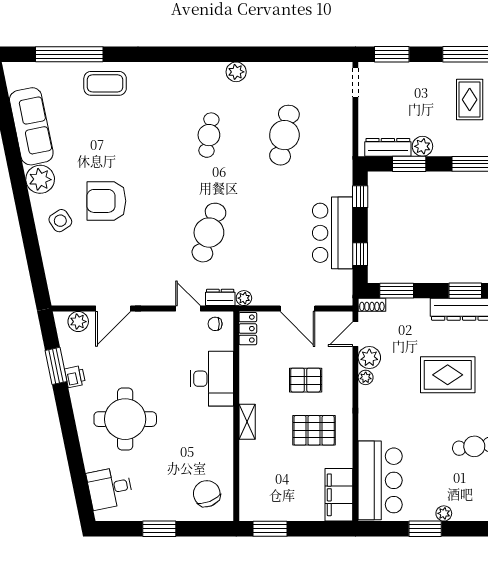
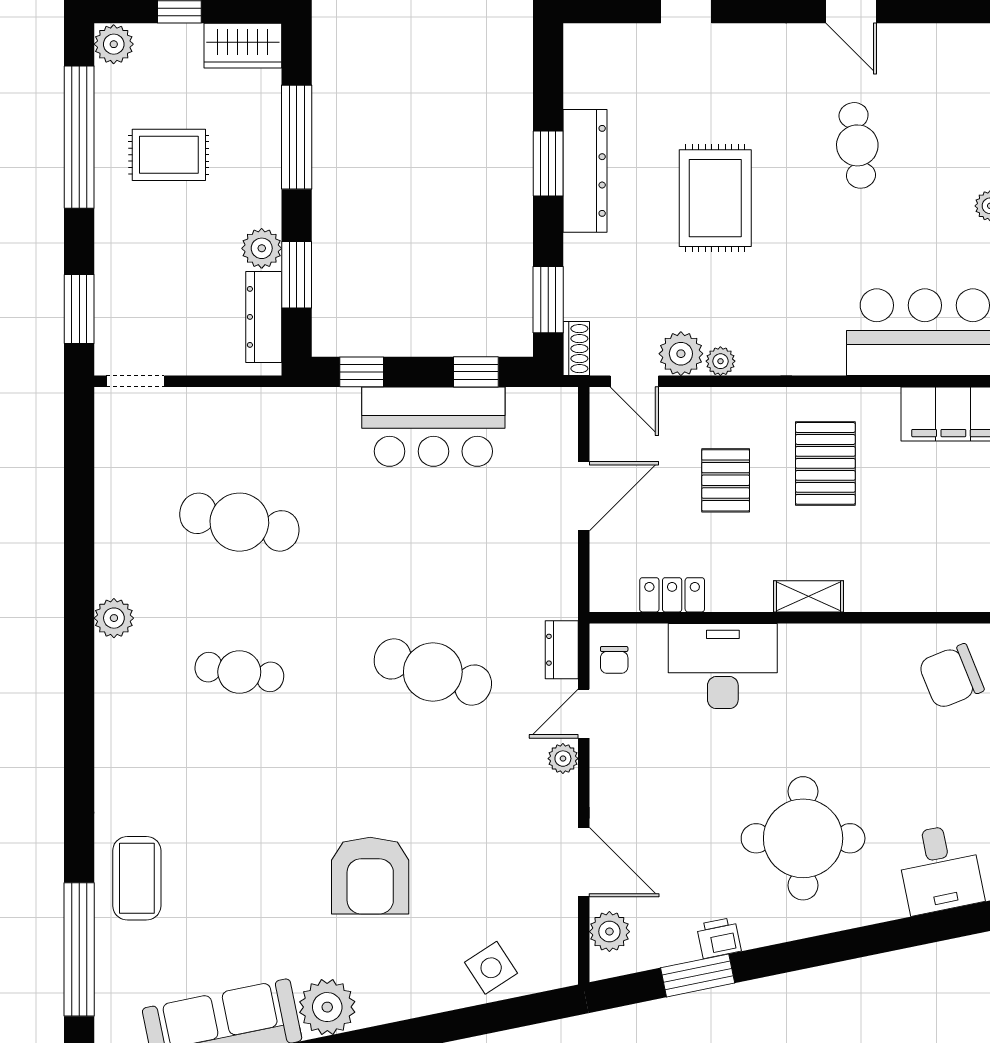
side table: (60, 221) -> (491, 968), moved
plant: (244, 298) -> (563, 759), moved
locker: (248, 329) -> (672, 595), moved

